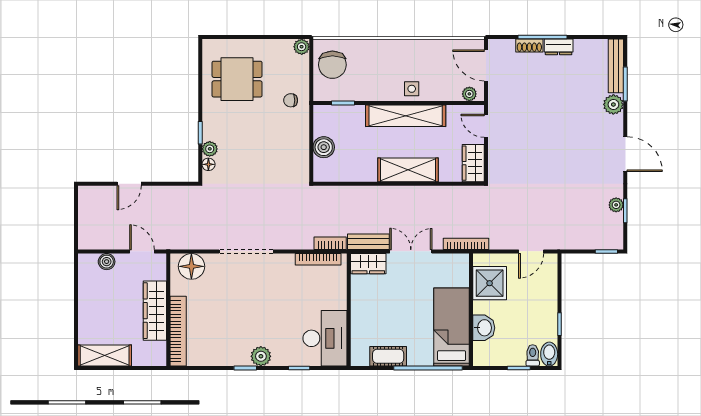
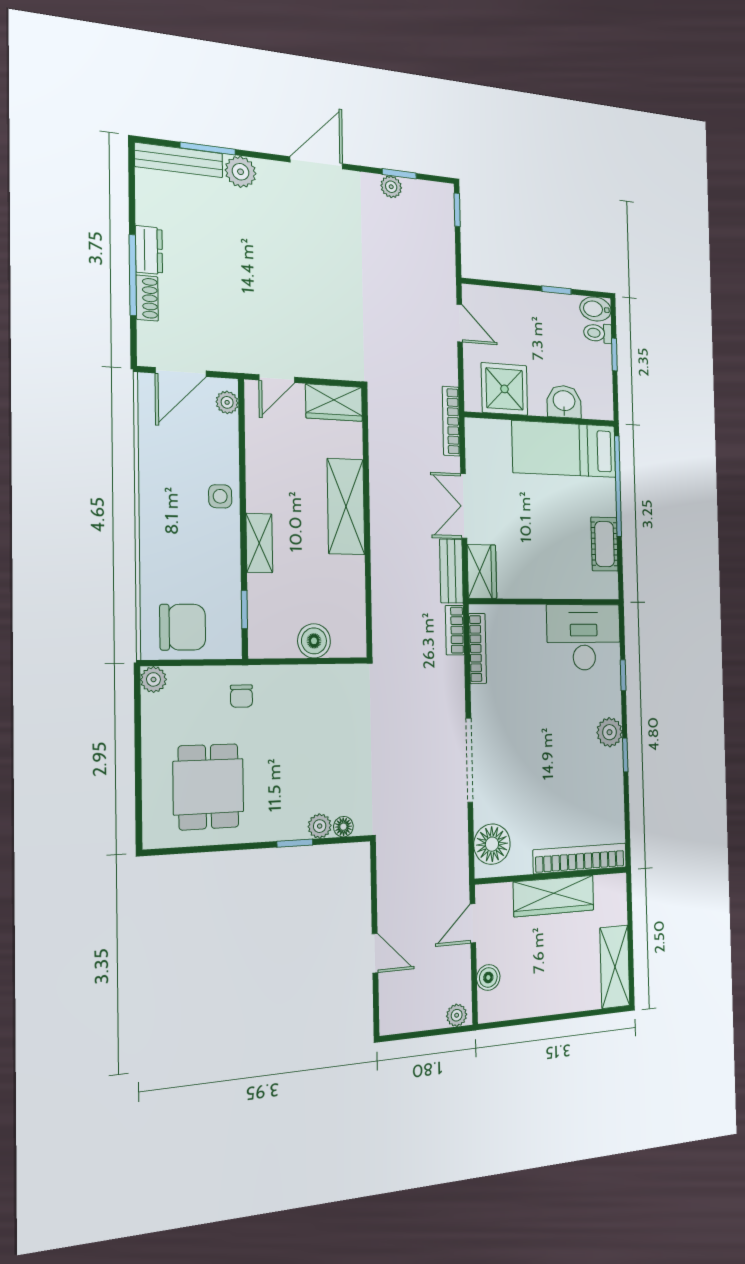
shelving: (406, 116) -> (259, 543), width x0.45, depth x0.75
plant: (85, 239) -> (457, 1015), added

